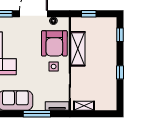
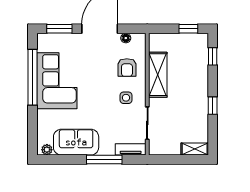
window: (89, 14) -> (188, 29), moved
armchair: (54, 43) -> (127, 68), width x0.53, depth x0.53
shelving: (84, 106) -> (195, 149), moved

